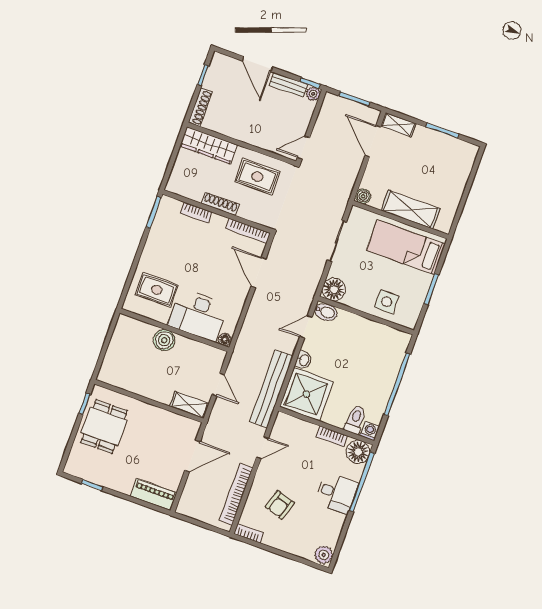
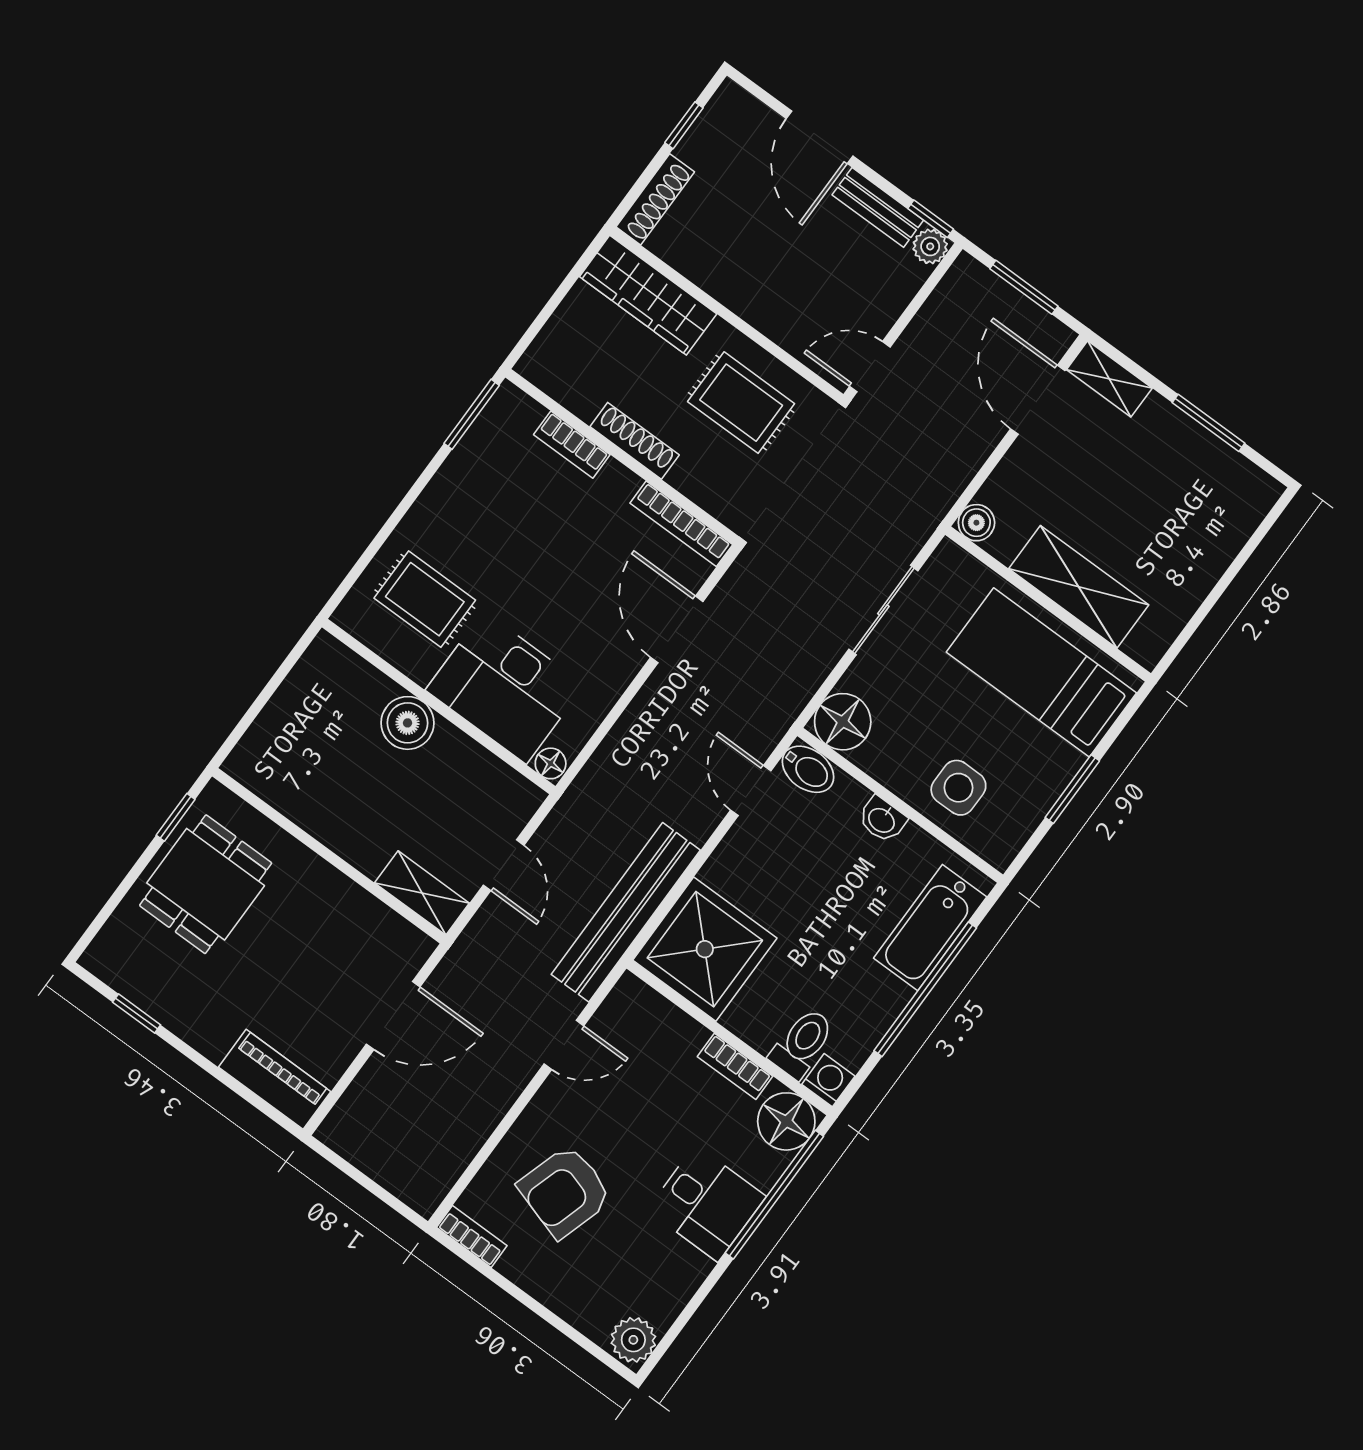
door: (306, 327) -> (751, 790), hinge flipped
washbasin: (304, 360) -> (882, 820), moved, turned 90
bathtub: (392, 360) -> (930, 928), added
bookcase: (236, 494) -> (469, 1136), removed
armchair: (280, 505) -> (565, 1192), width x1.38, depth x1.38

